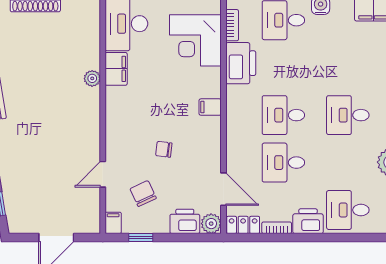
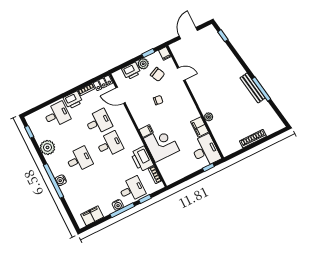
corner desk: (195, 40) -> (161, 144), moved
door: (103, 174) -> (181, 74), hinge flipped
plant: (211, 224) -> (143, 64), moved

